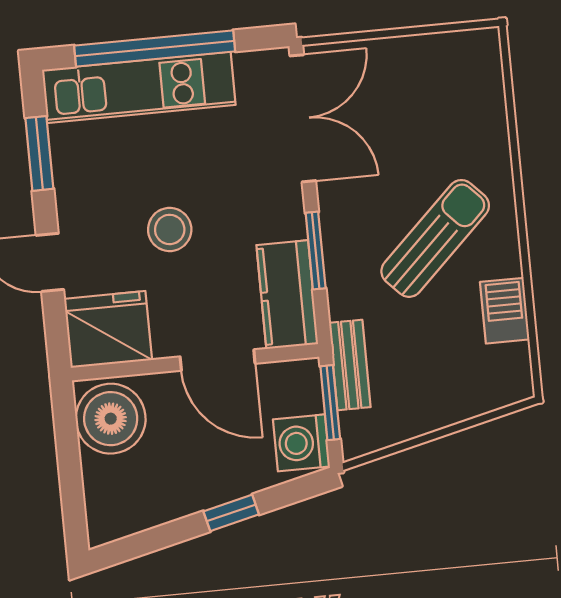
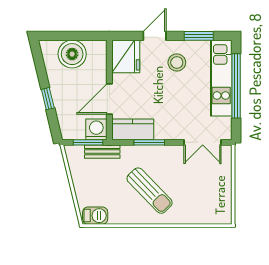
double door: (303, 118) -> (203, 142), width x0.73
stool: (170, 229) -> (177, 63), moved
barbecue: (505, 311) -> (95, 216), moved
boiler: (111, 419) -> (72, 54), moved
washing machine: (301, 443) -> (96, 129), moved

